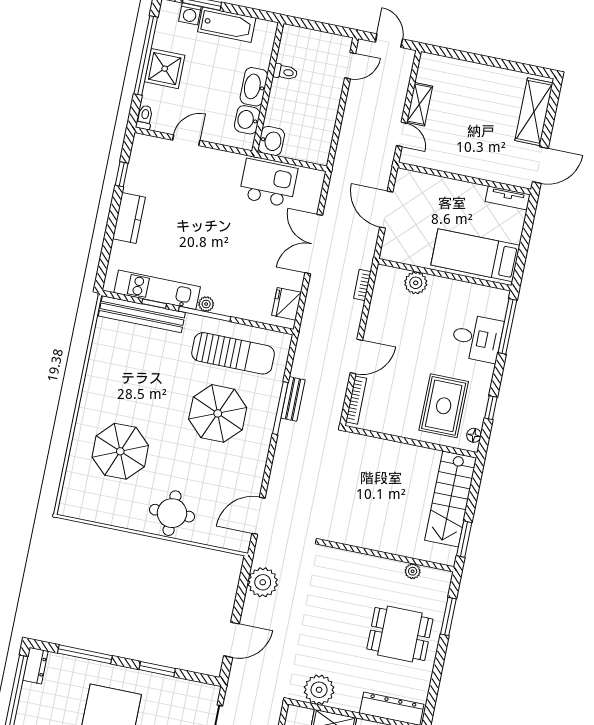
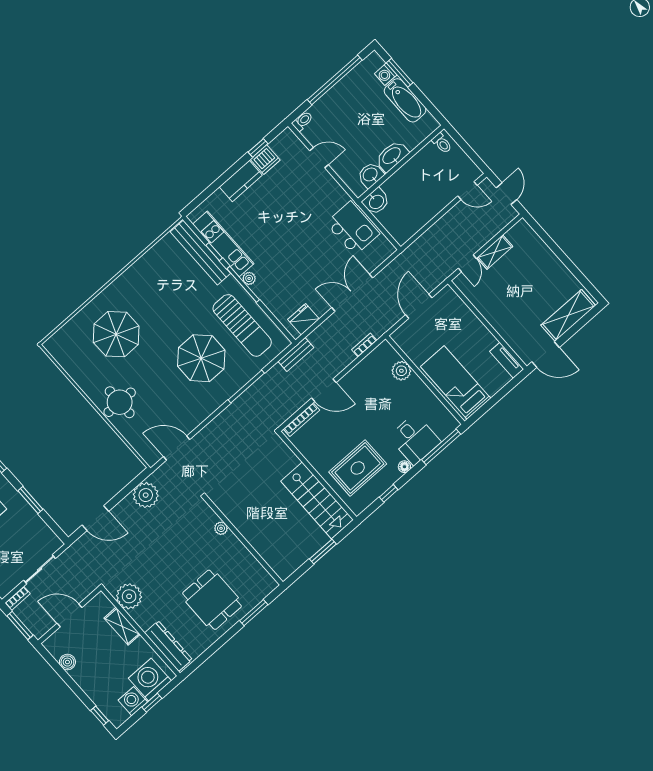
shower: (165, 69) -> (341, 98), removed
toilet: (285, 72) -> (442, 143), moved
dishwasher: (137, 180) -> (265, 160), added
bench: (293, 399) -> (296, 354), moved
floor lamp: (474, 435) -> (404, 467), moved
stairs: (451, 499) -> (317, 500), moved, turned -90
window: (464, 539) -> (323, 551), moved
plant: (413, 571) -> (221, 528), moved

